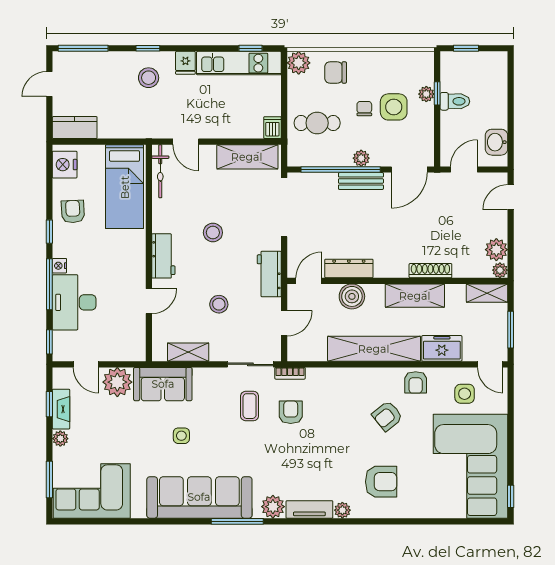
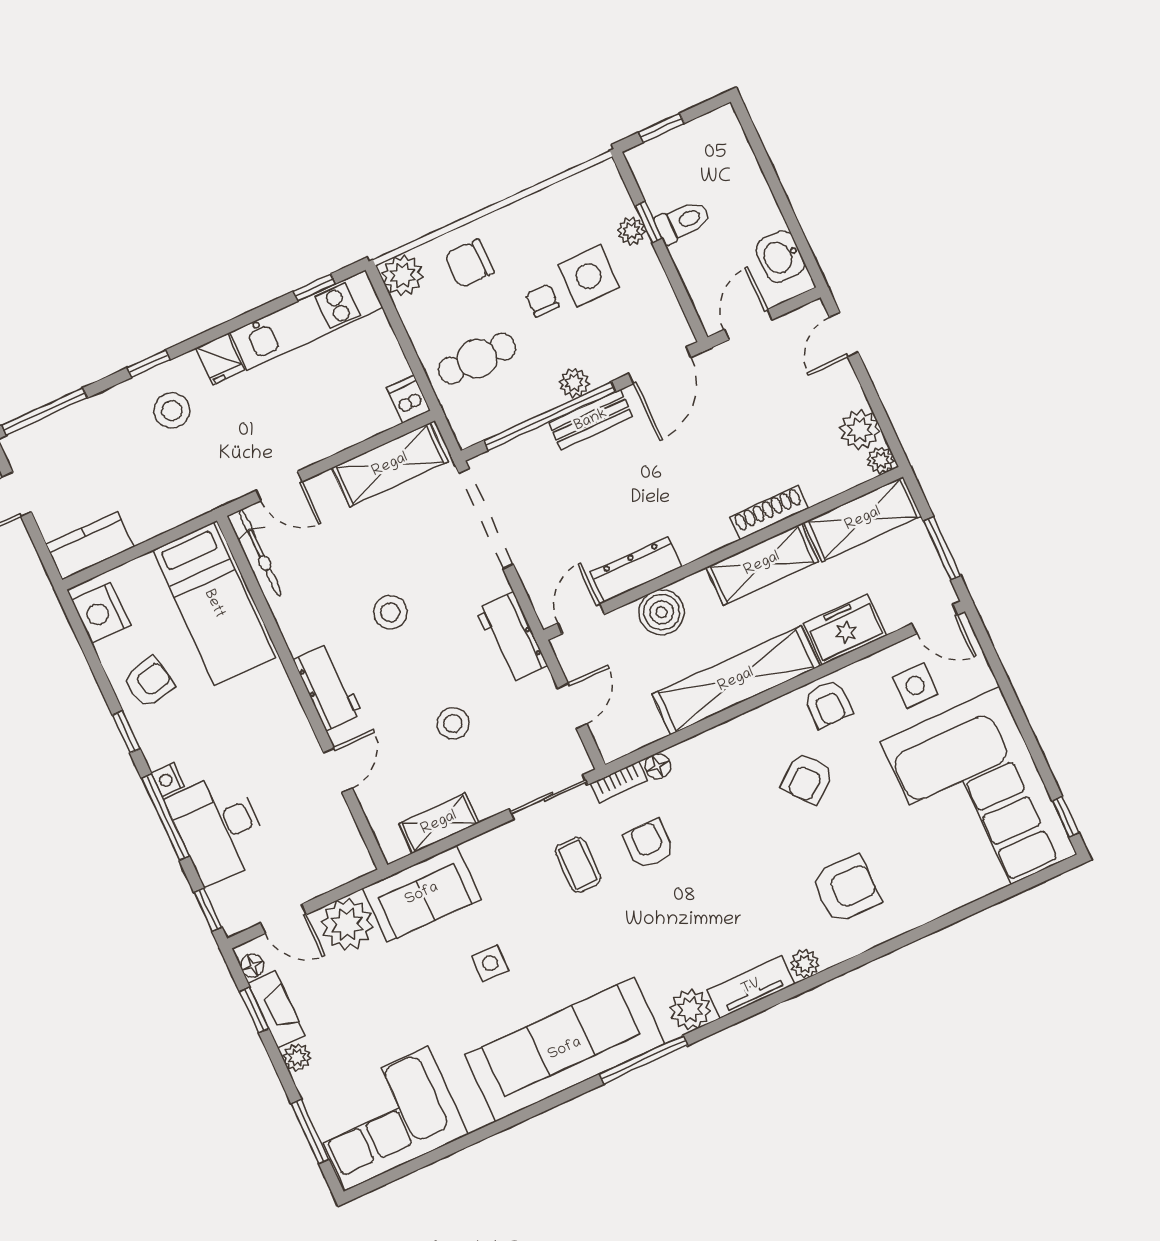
armchair: (73, 211) -> (149, 682), turned 82
shelving: (487, 293) -> (863, 519), width x1.50, depth x1.33
floor lamp: (314, 374) -> (658, 766), added
floor lamp: (59, 381) -> (252, 966), added

